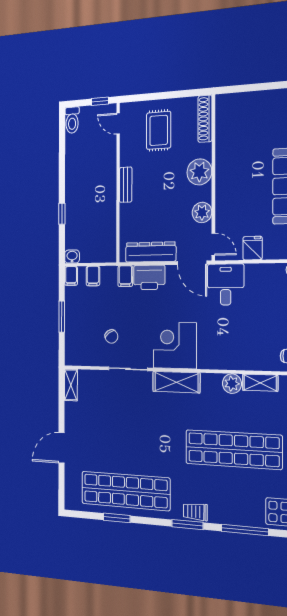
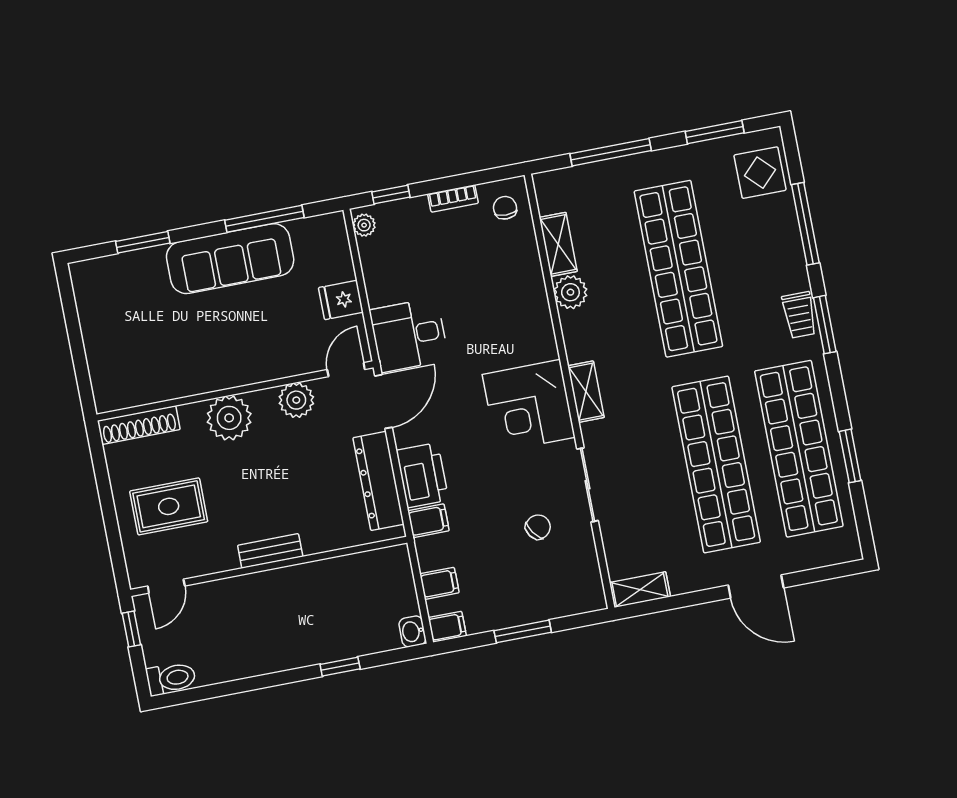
shelving: (176, 382) -> (586, 392), width x0.67, depth x0.75
shop shelf: (125, 443) -> (716, 465), added

